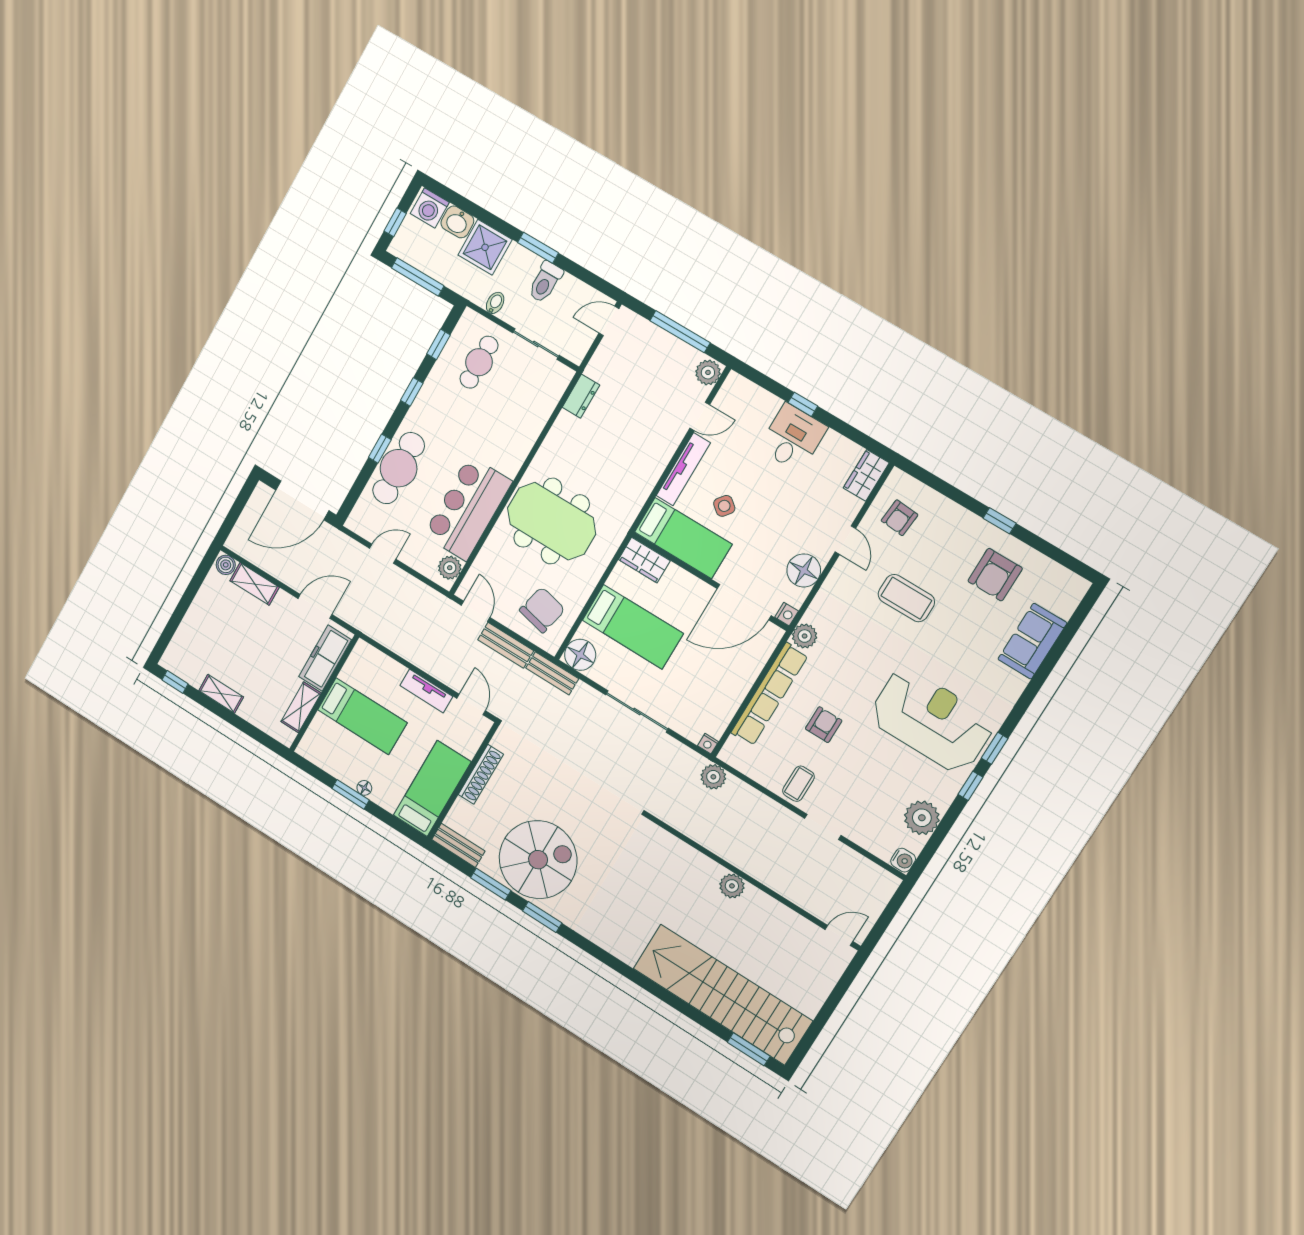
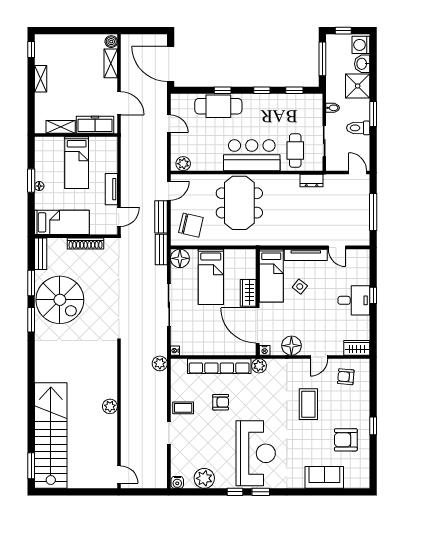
cafe table: (479, 362) -> (295, 150), moved, turned 90
plant: (708, 372) -> (361, 238), removed
bar counter: (468, 508) -> (252, 155), moved
wardrobe: (644, 560) -> (248, 293), moved

